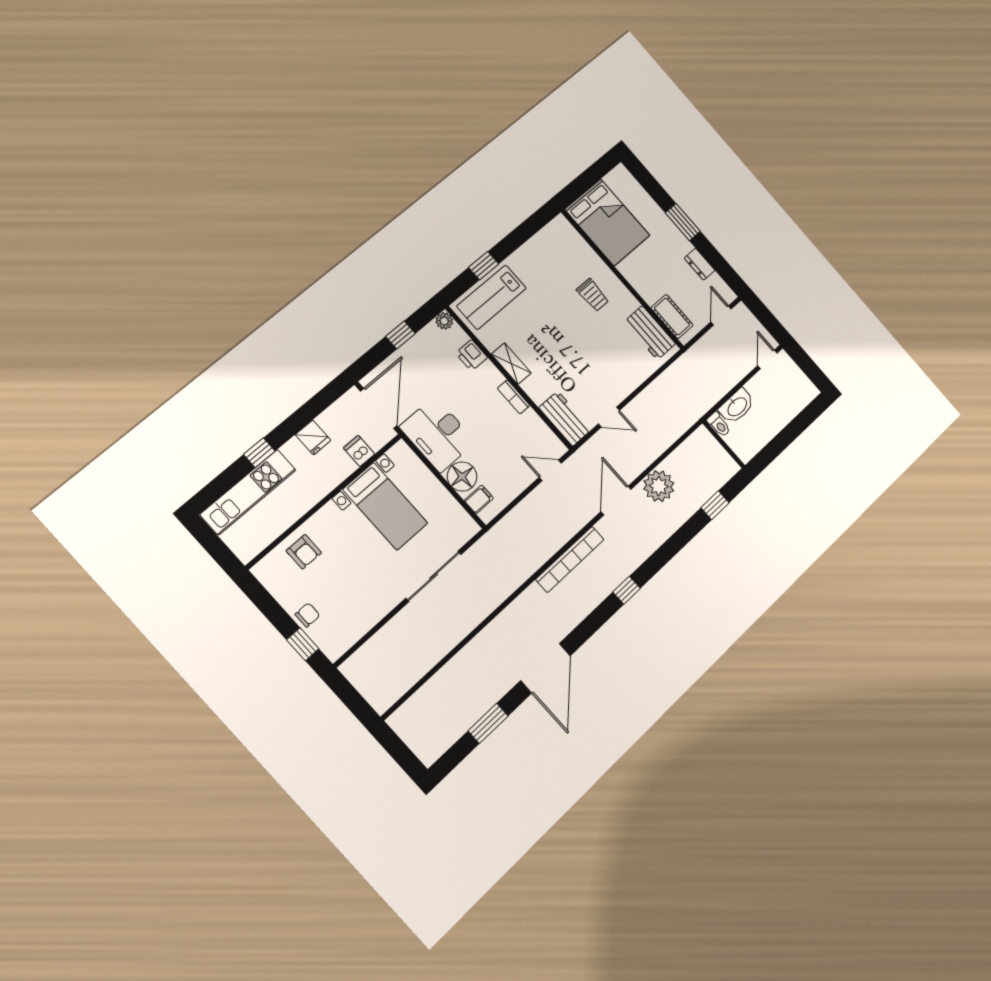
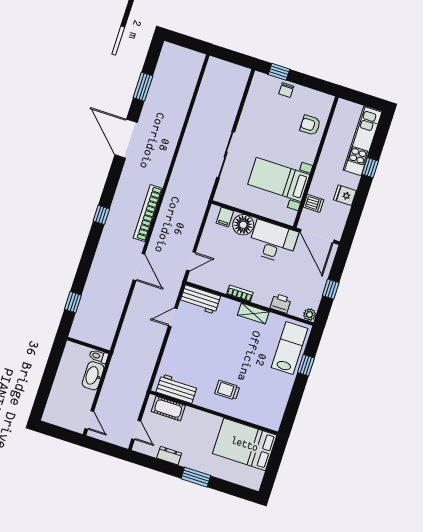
plant: (659, 486) -> (116, 293), removed

